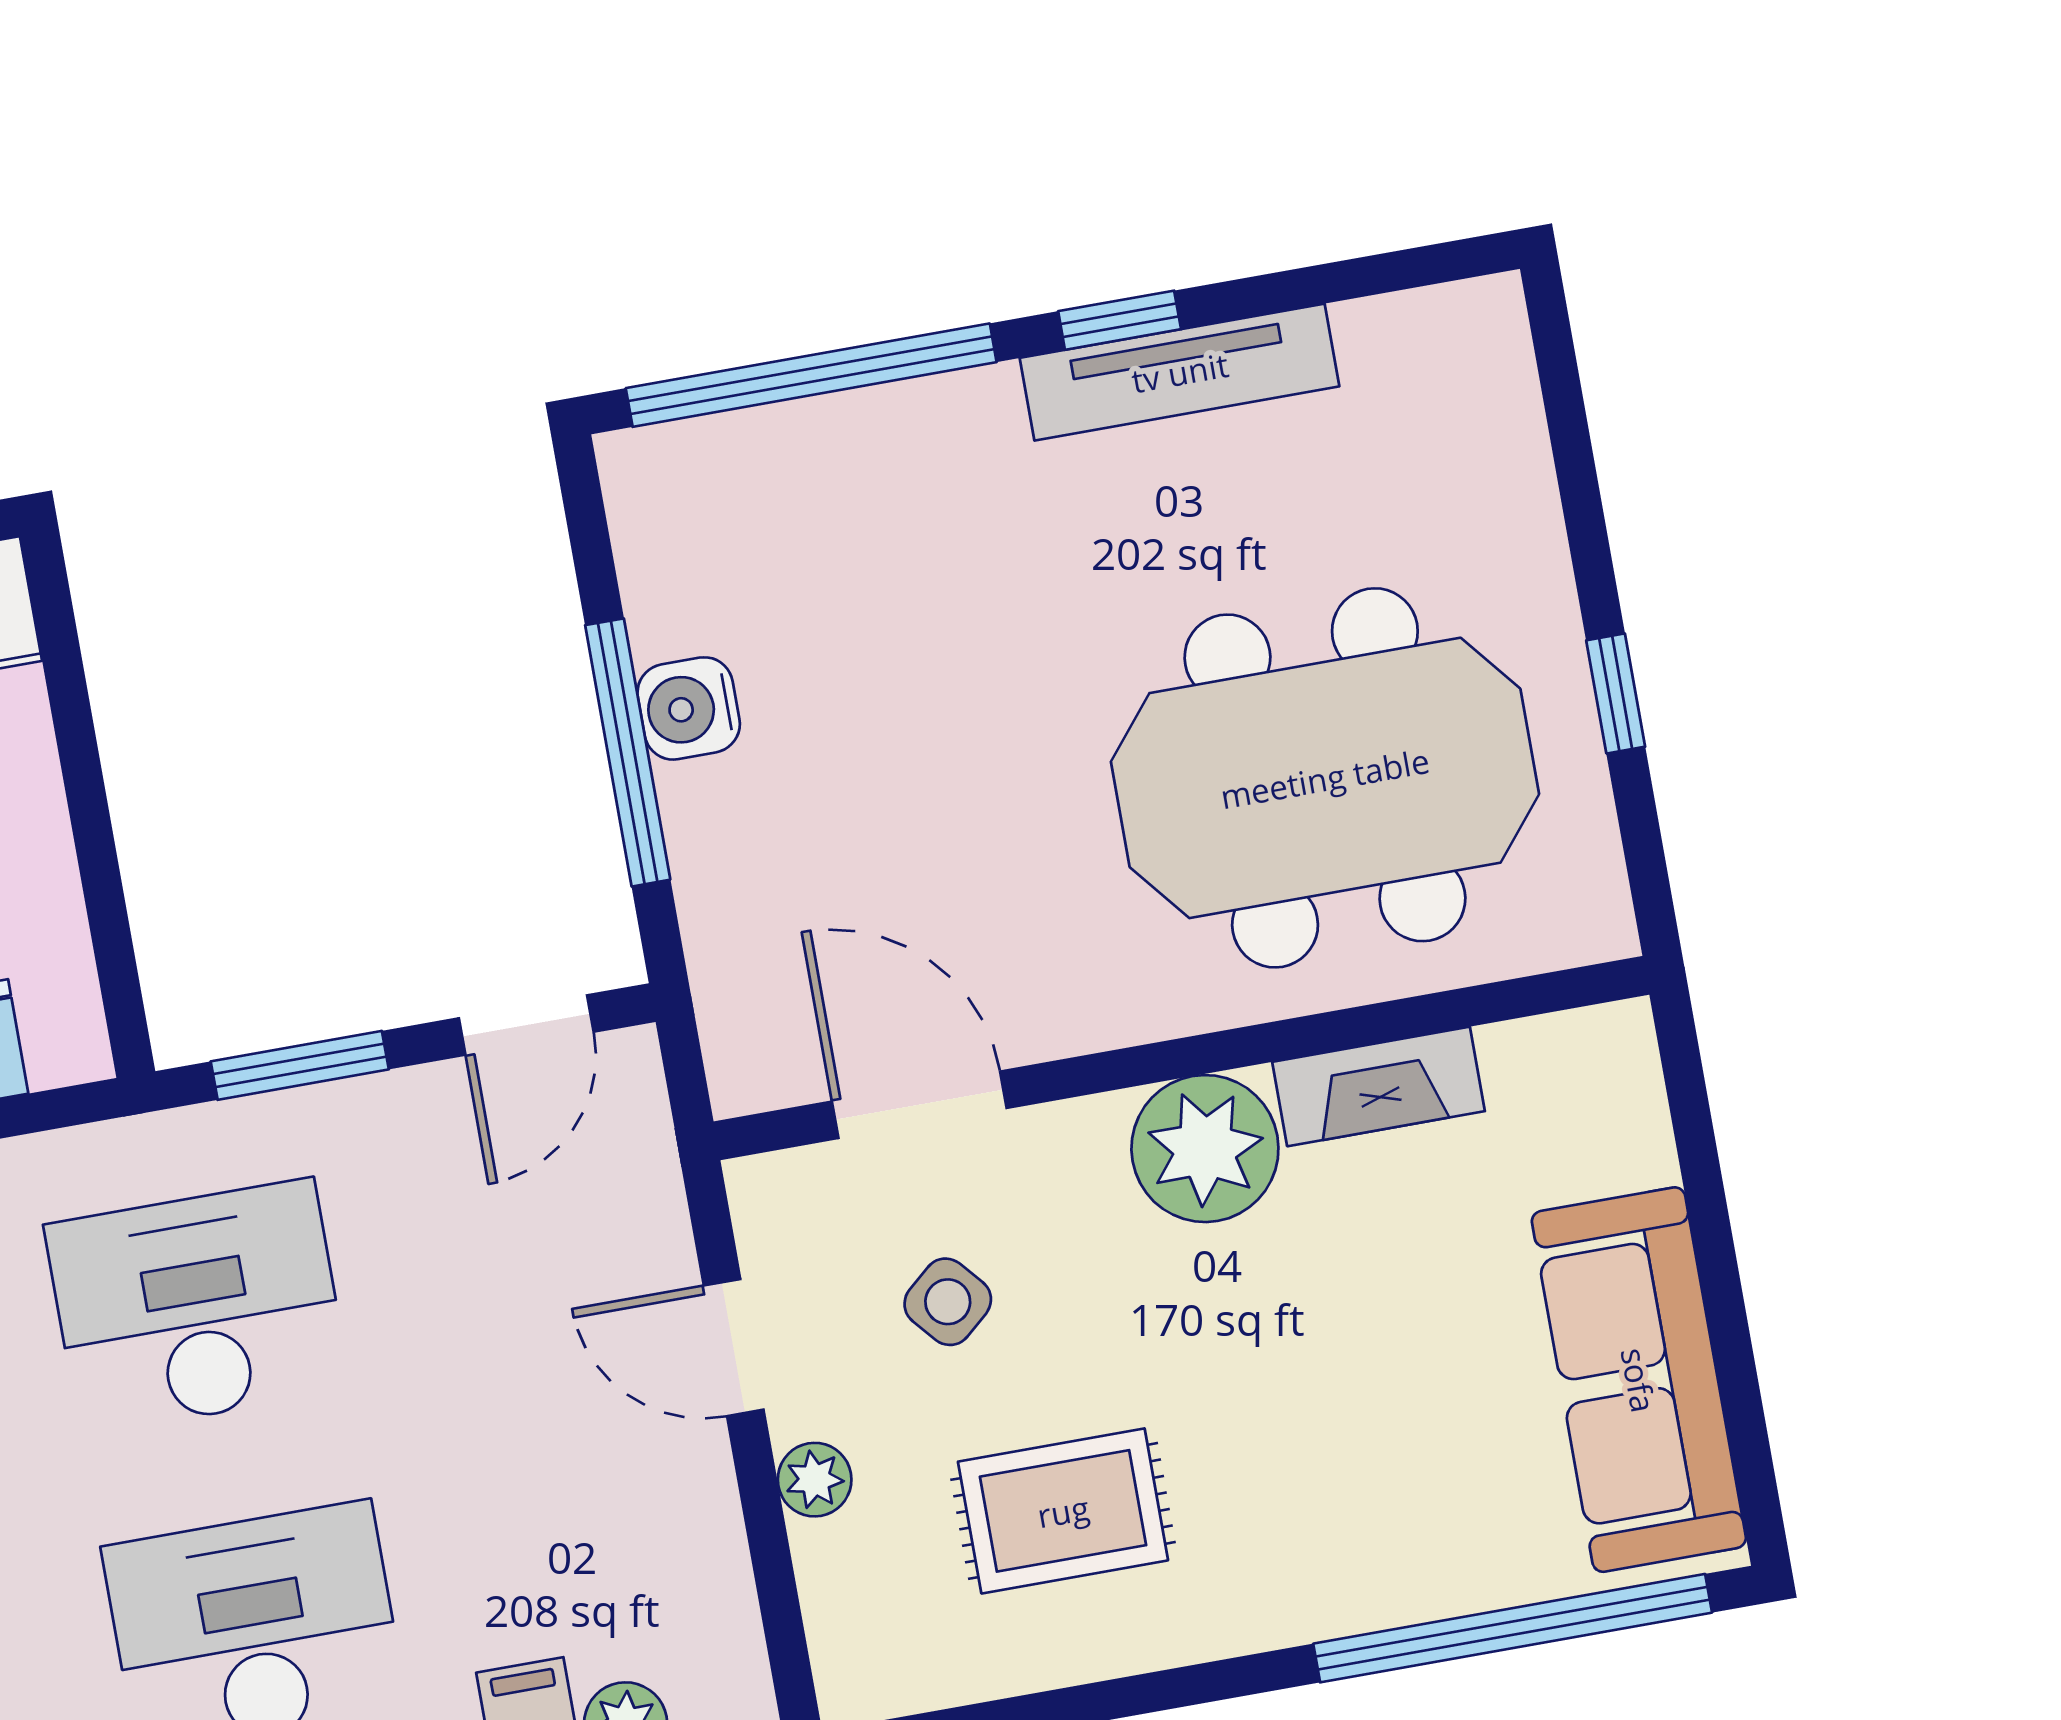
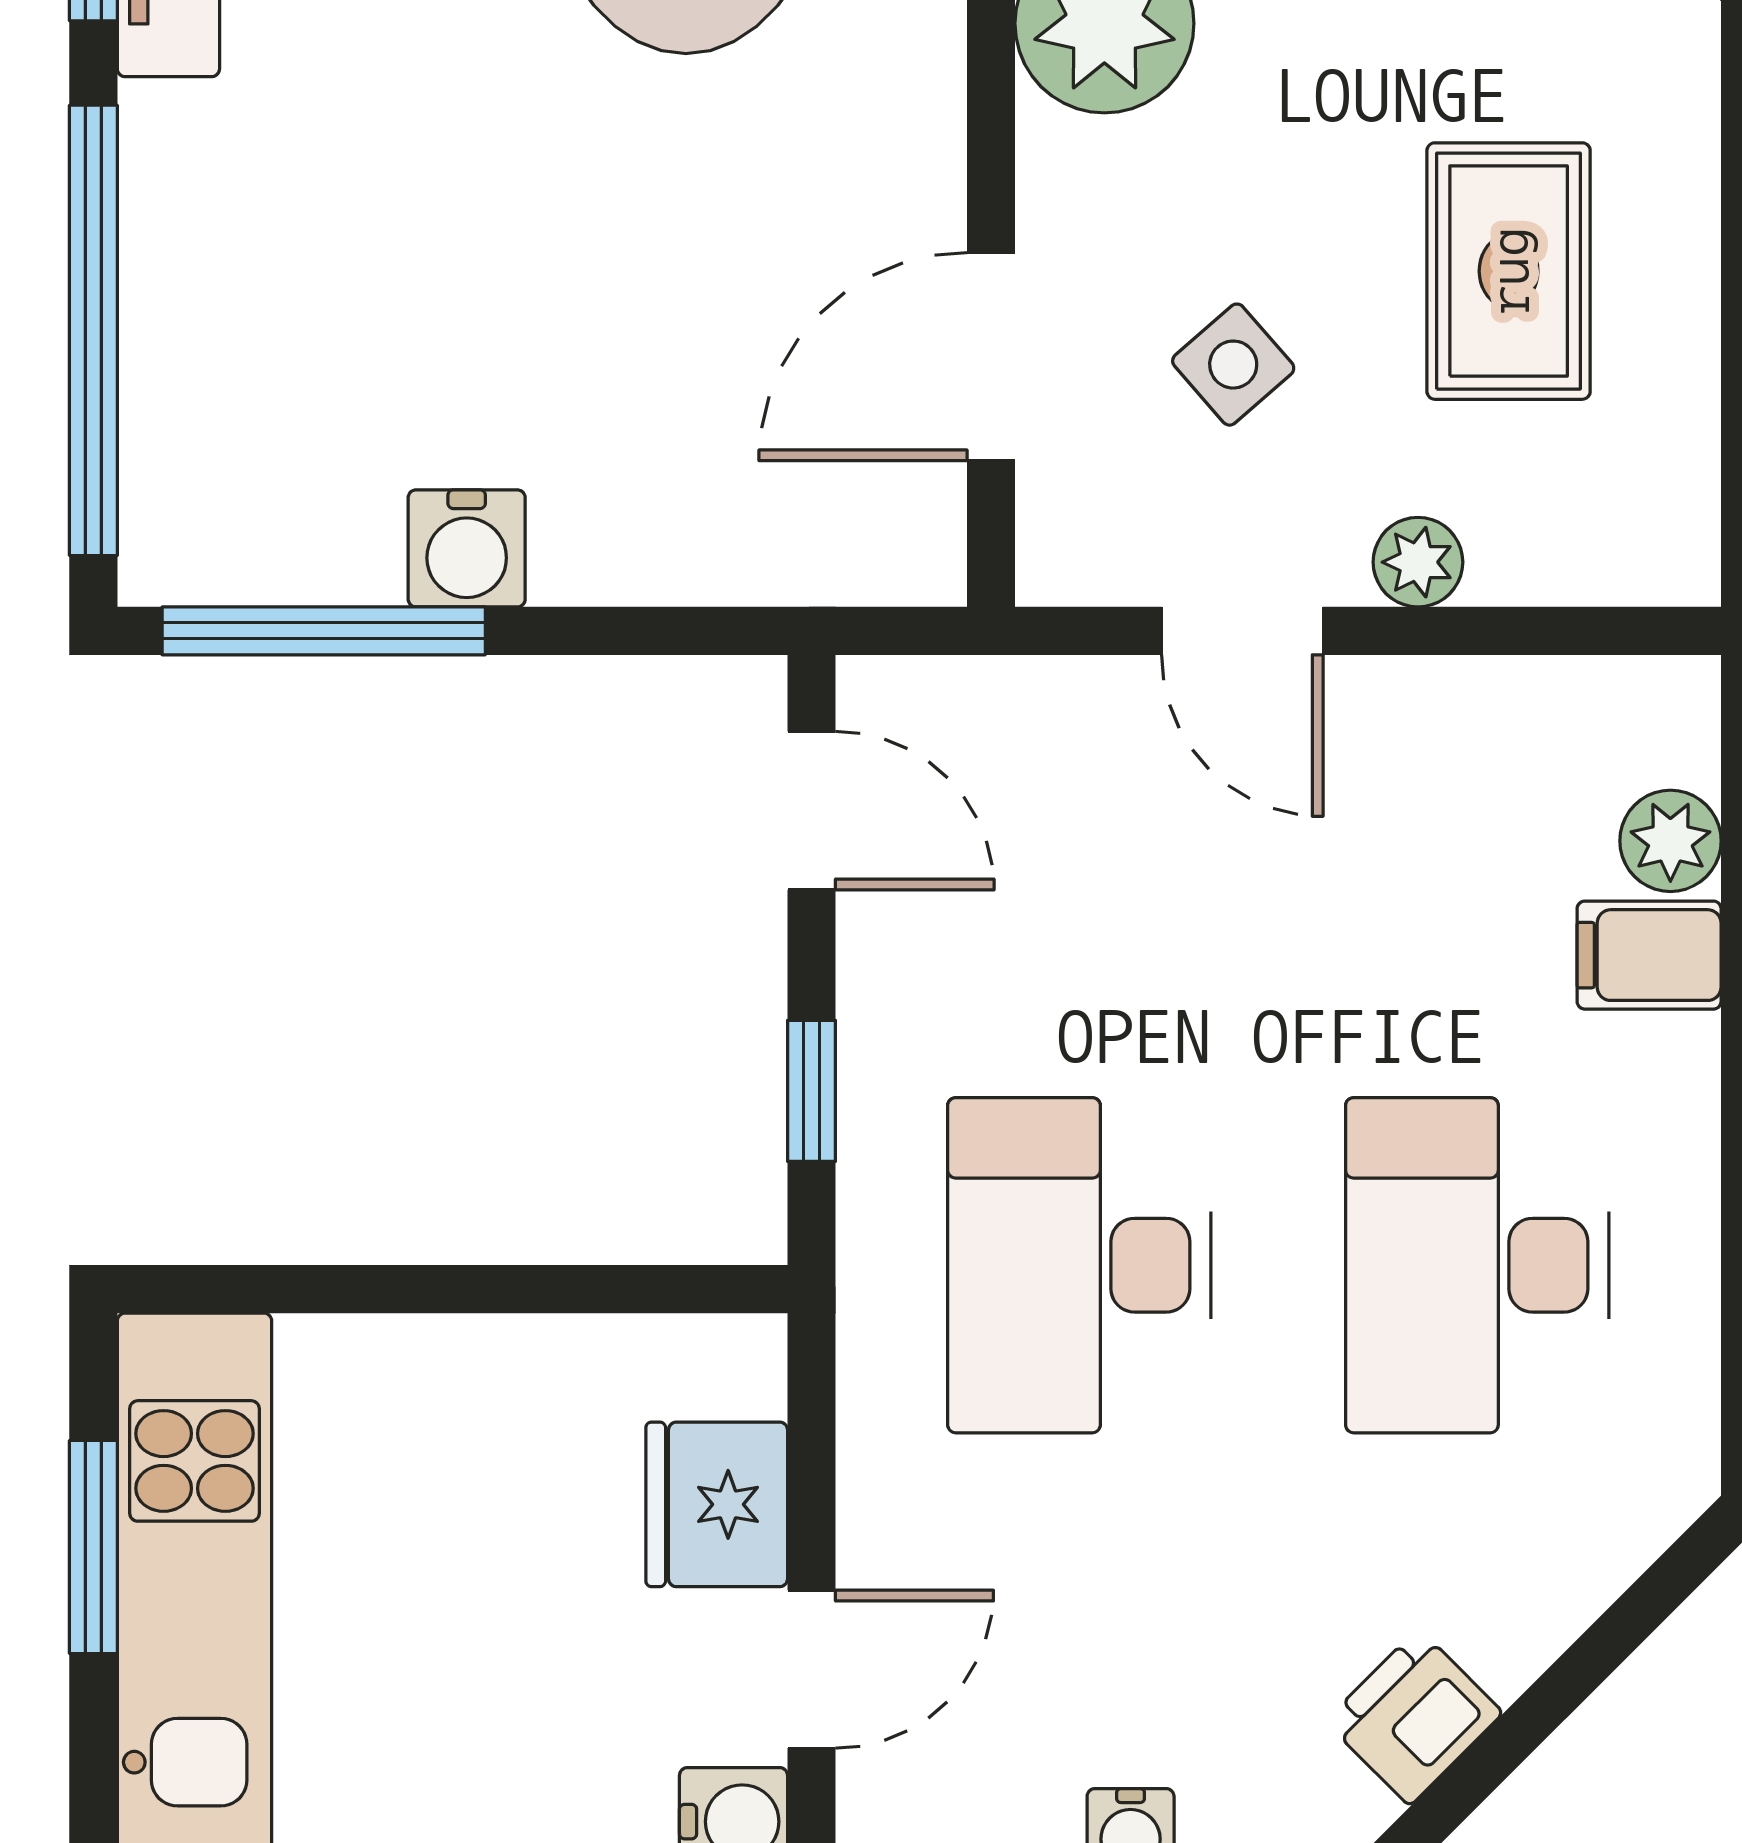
window: (628, 752) -> (324, 631), moved
window: (300, 1065) -> (812, 1091), width x0.67
door: (734, 1348) -> (1242, 631), hinge flipped

